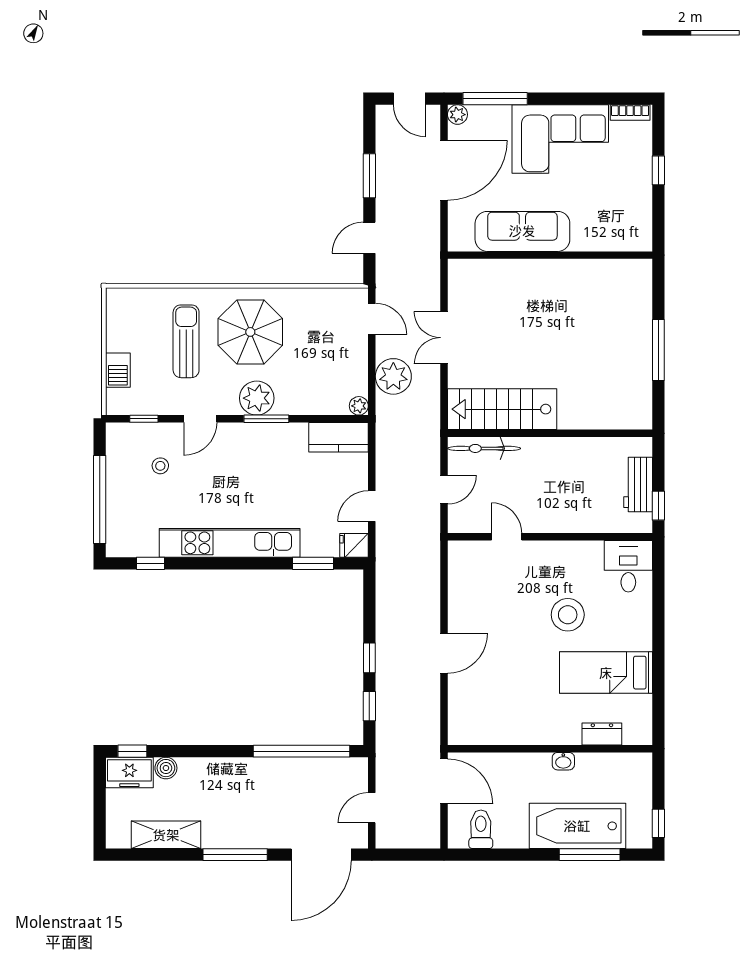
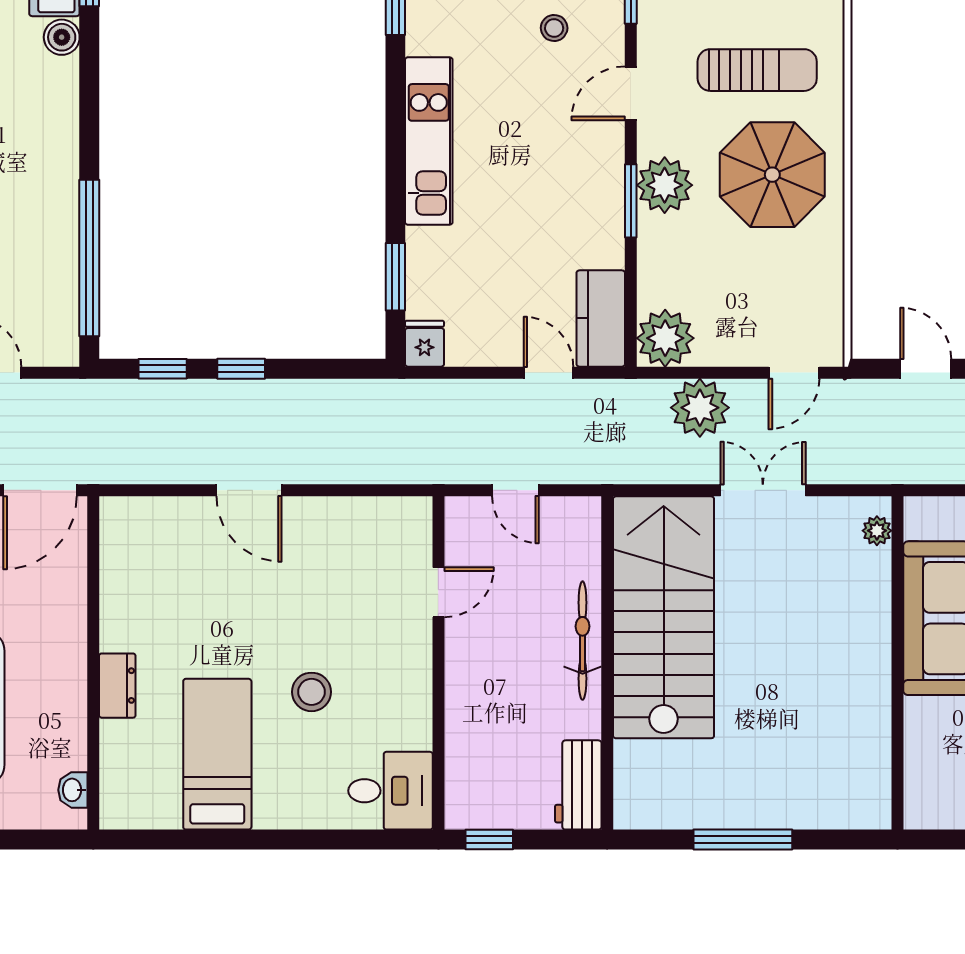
plant: (469, 268) -> (877, 531), added
plant: (359, 406) -> (665, 338), width x1.87, depth x1.87
stairs: (502, 409) -> (664, 617), width x1.36, depth x1.51
door: (200, 419) -> (631, 93), hinge flipped
bicycle: (484, 448) -> (583, 641), moved
workbench: (638, 485) -> (578, 785), moved, turned -90
door: (372, 506) -> (549, 373), moved
kitchen unit: (230, 543) -> (429, 141), width x0.73
stool: (568, 615) -> (312, 692), width x0.73, depth x0.73
dresser: (602, 734) -> (117, 686), moved
washbasin: (563, 761) -> (73, 790), moved

